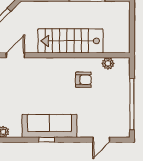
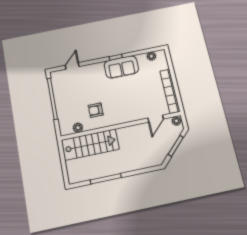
stairs: (70, 41) -> (90, 145), moved
sofa: (50, 126) -> (121, 67), width x0.73

